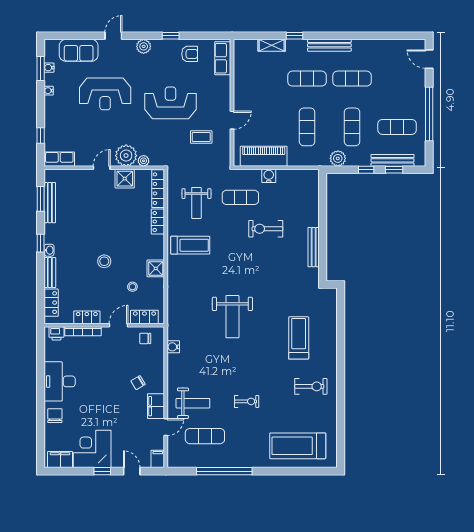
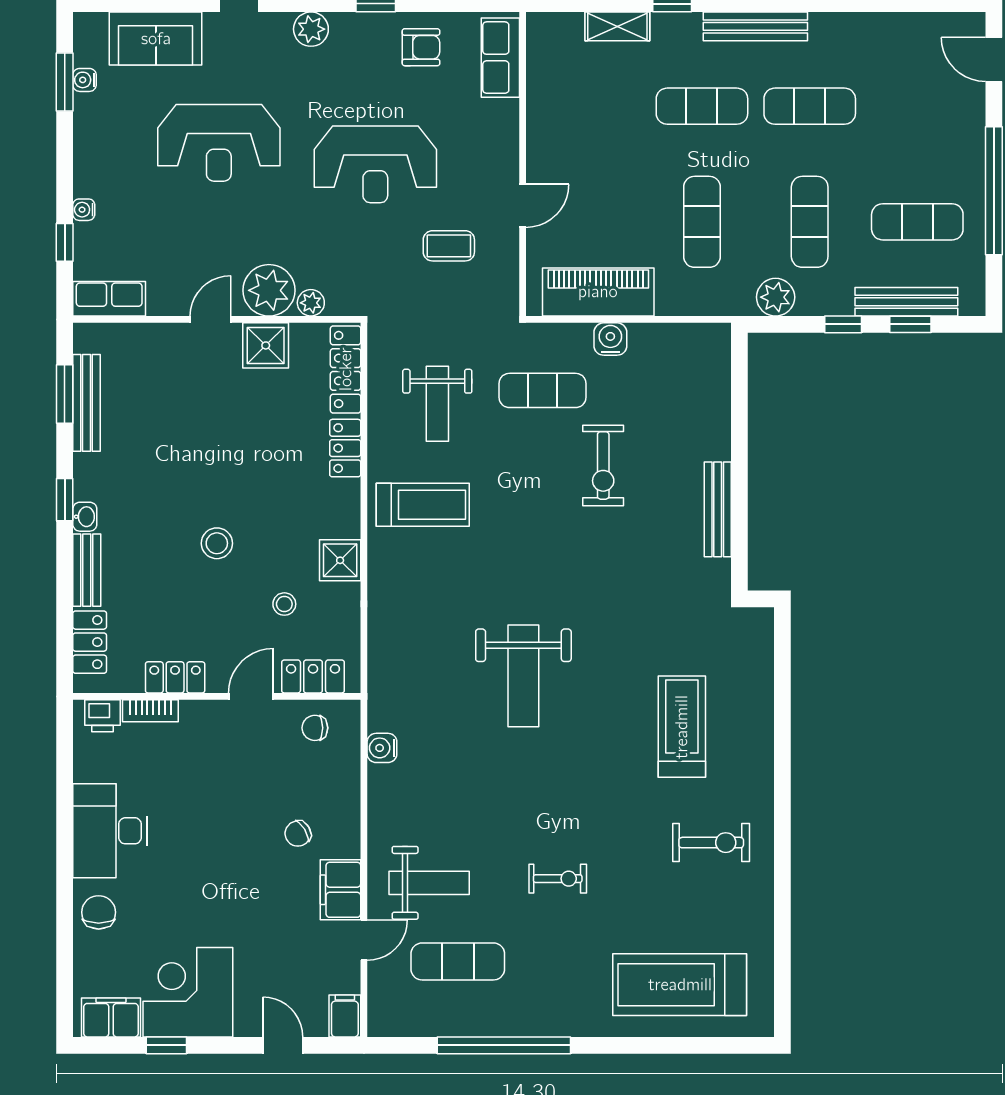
water cooler: (49, 91) -> (84, 210), moved
reception desk: (171, 103) -> (375, 164), turned 180
exercise bike: (266, 229) -> (603, 465), turned -90
bookcase: (83, 331) -> (150, 711), width x0.64
window: (102, 471) -> (166, 1045), moved

